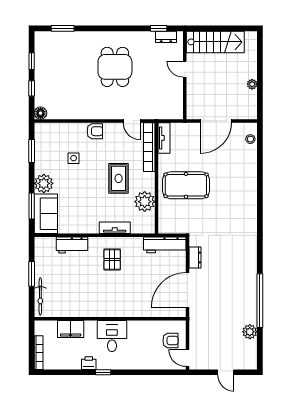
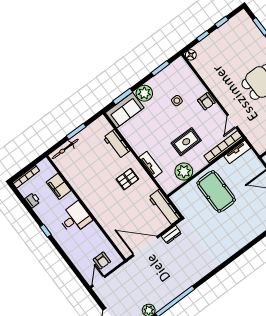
printer: (89, 363) -> (33, 200), moved

